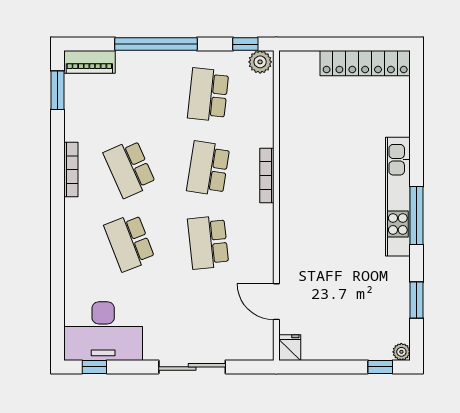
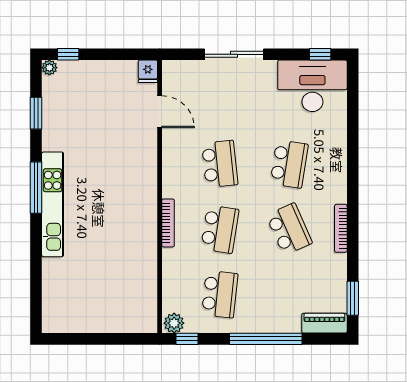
locker: (365, 63) -> (81, 322), removed
school desk: (130, 242) -> (289, 164), turned 30

